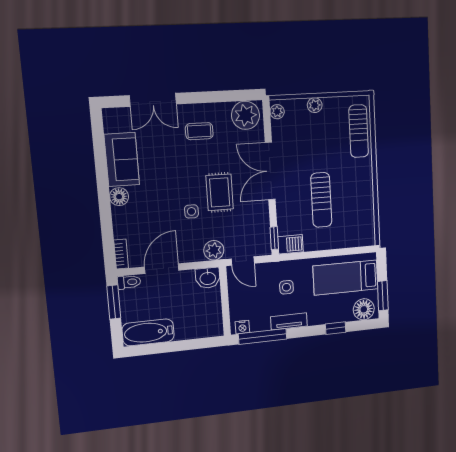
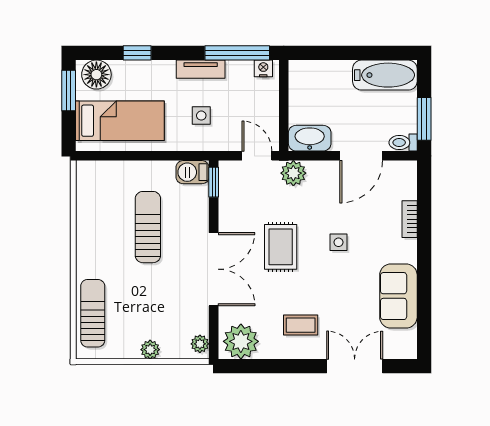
floor lamp: (119, 197) -> (406, 251), removed
side table: (191, 211) -> (338, 242), moved
bookcase: (121, 254) -> (410, 219), moved
washbasin: (208, 278) -> (310, 138), width x1.38

